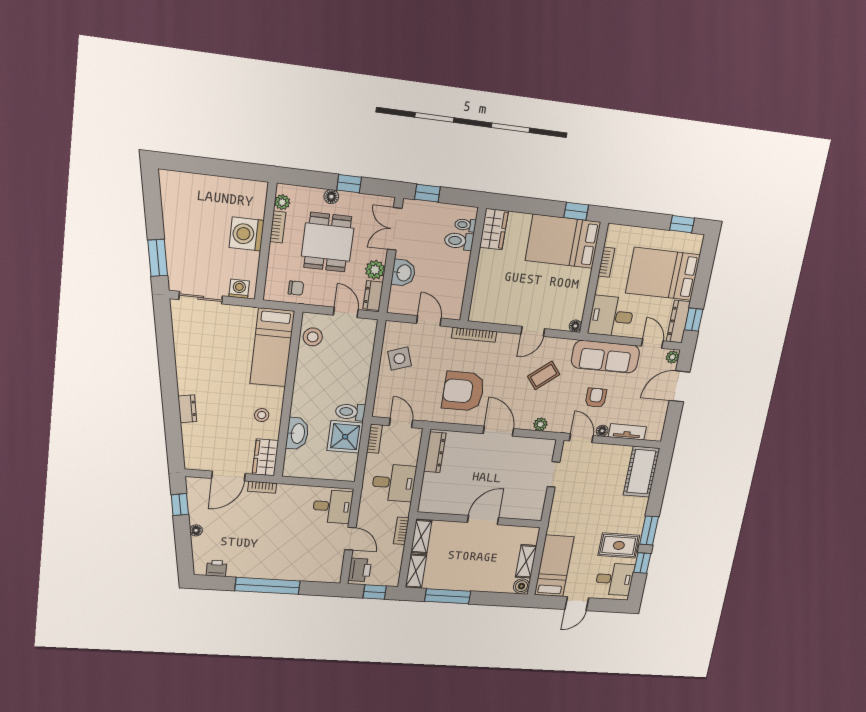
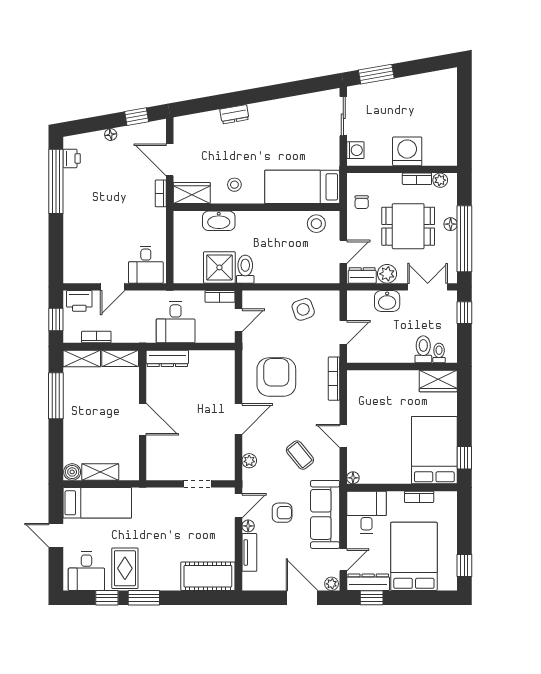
window: (349, 184) -> (464, 239), width x3.17
dresser: (435, 452) -> (167, 358), moved
bookcase: (401, 531) -> (96, 337), moved
window: (267, 586) -> (56, 181), moved

